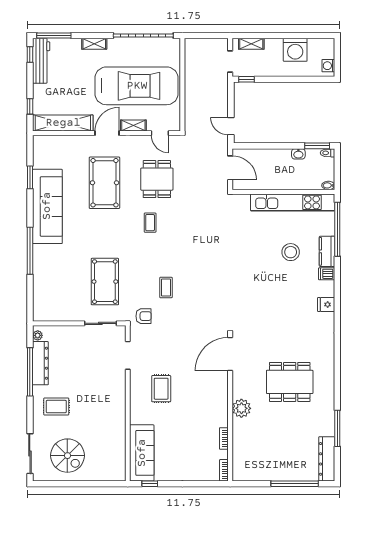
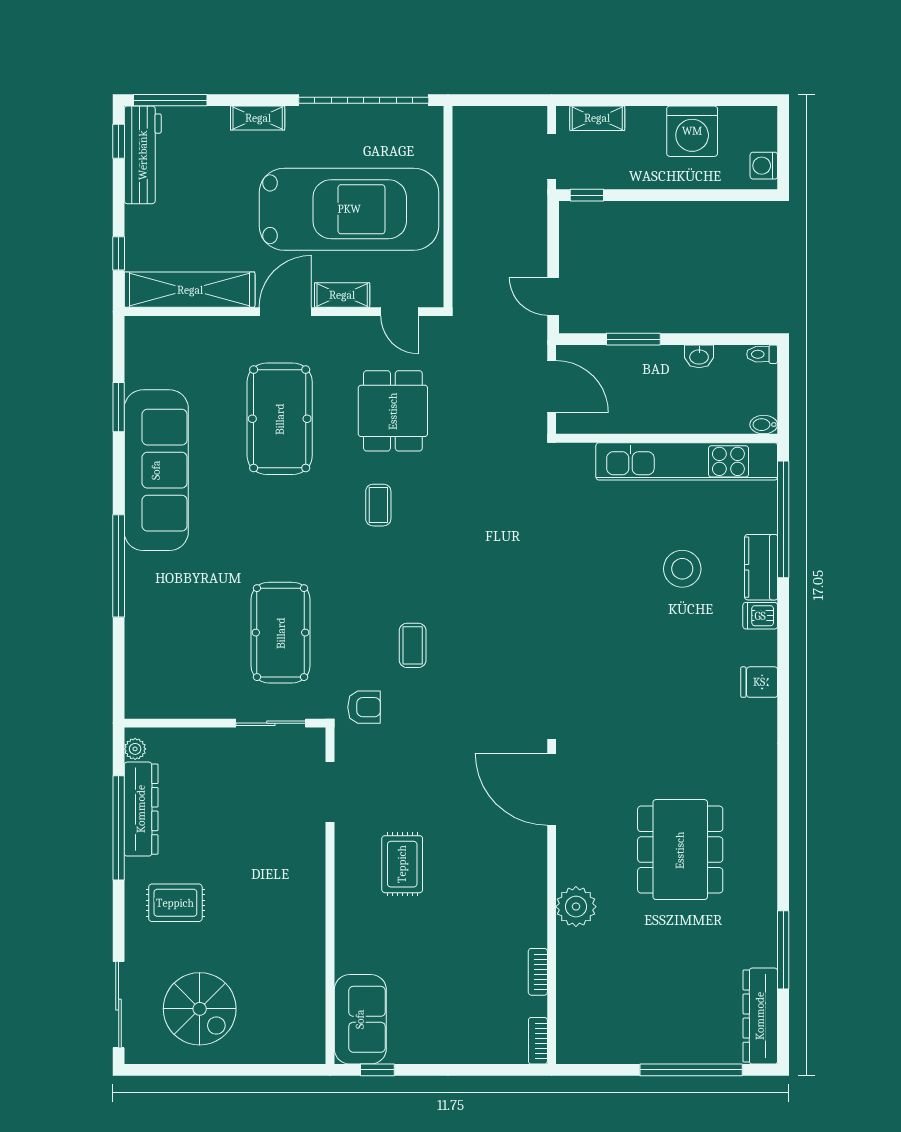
window: (317, 146) -> (633, 339), moved
door: (230, 354) -> (552, 789), hinge flipped
dining table: (290, 382) -> (680, 850), turned 90
sofa: (142, 453) -> (360, 1019), width x0.73

